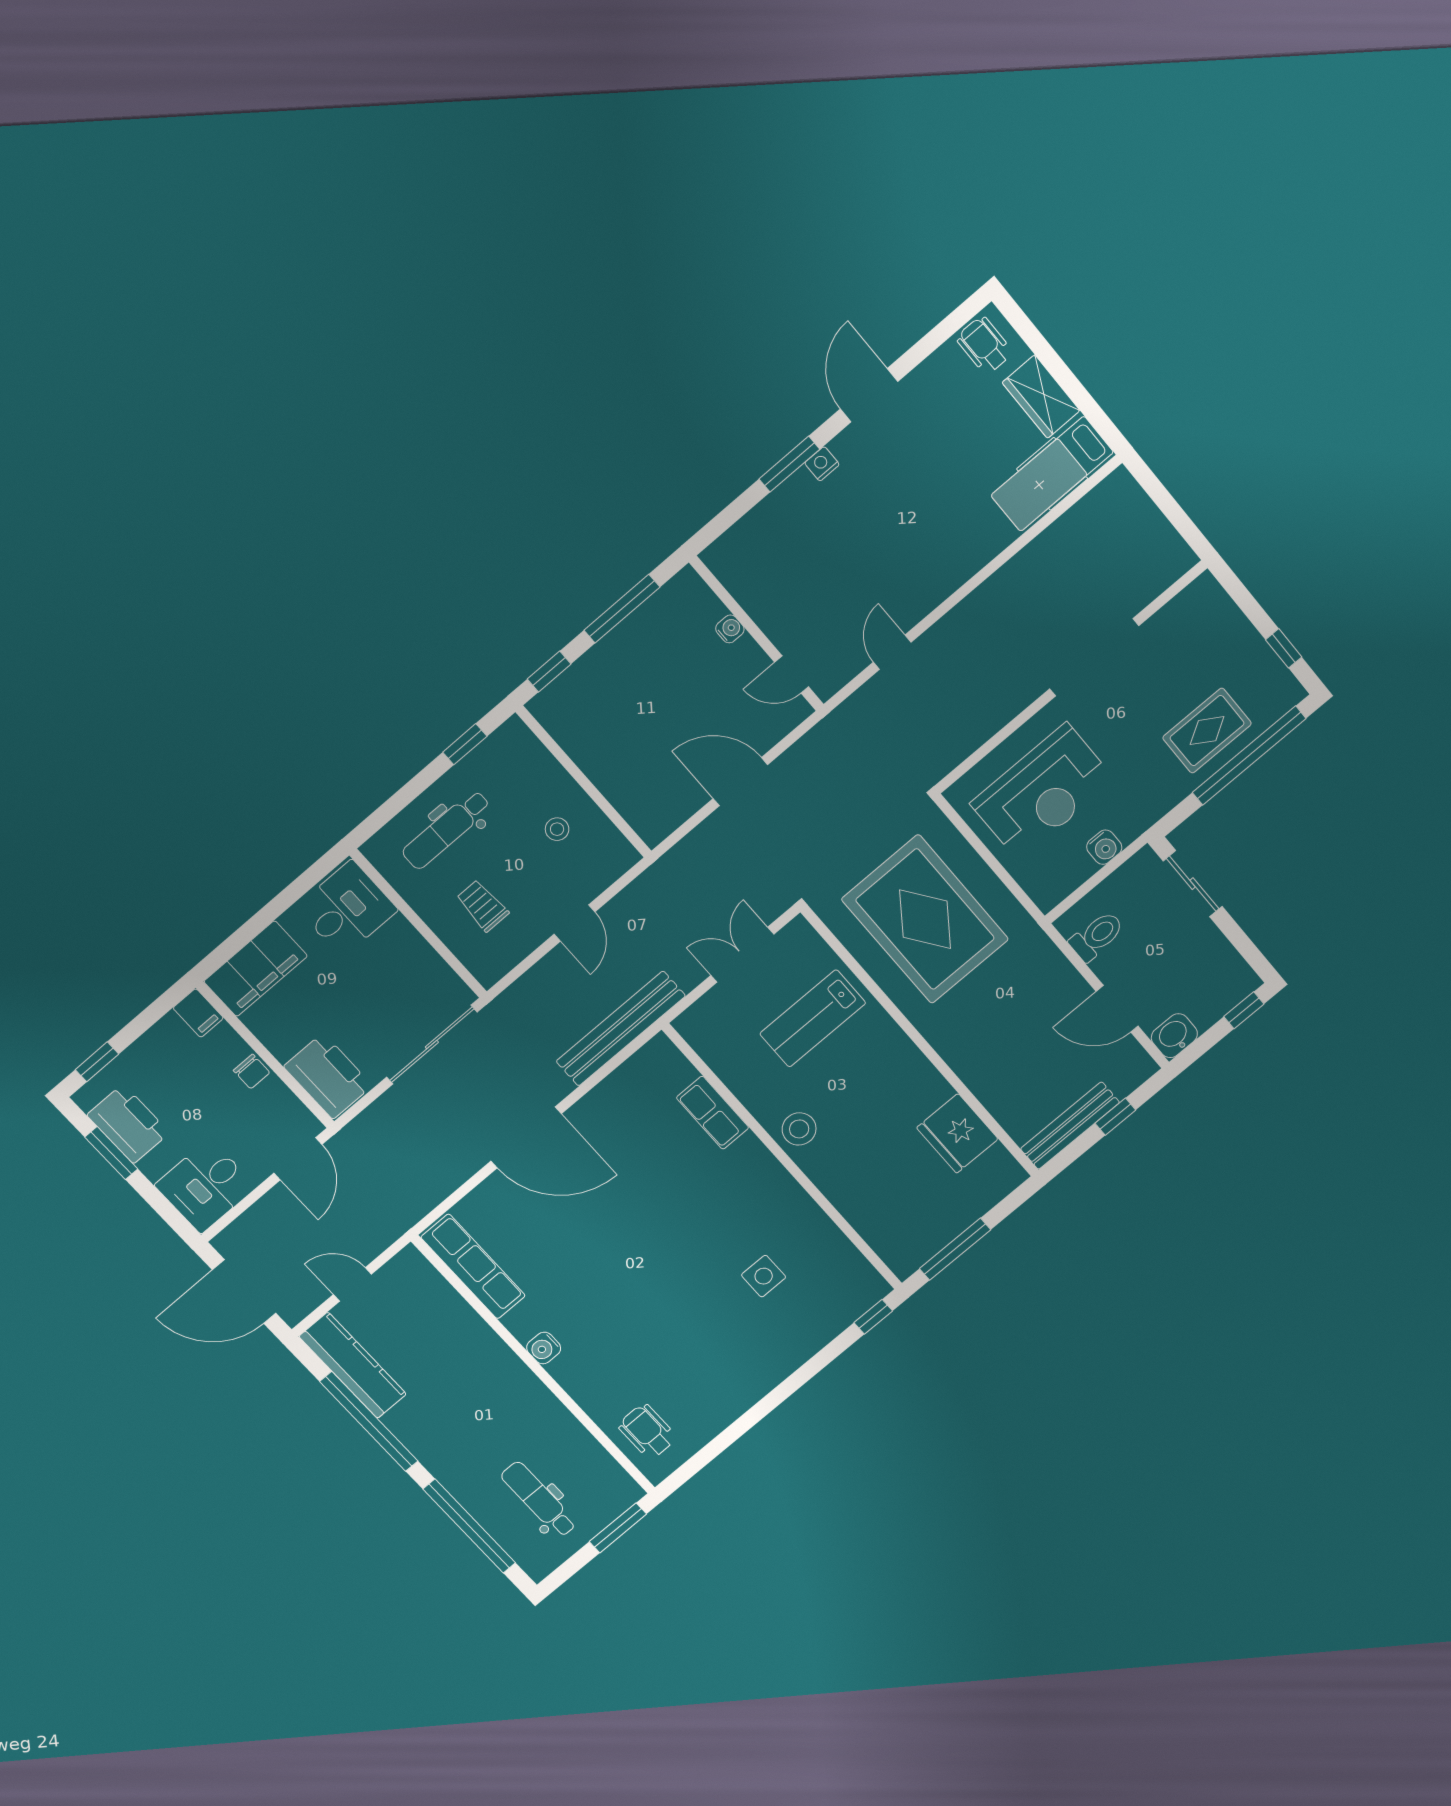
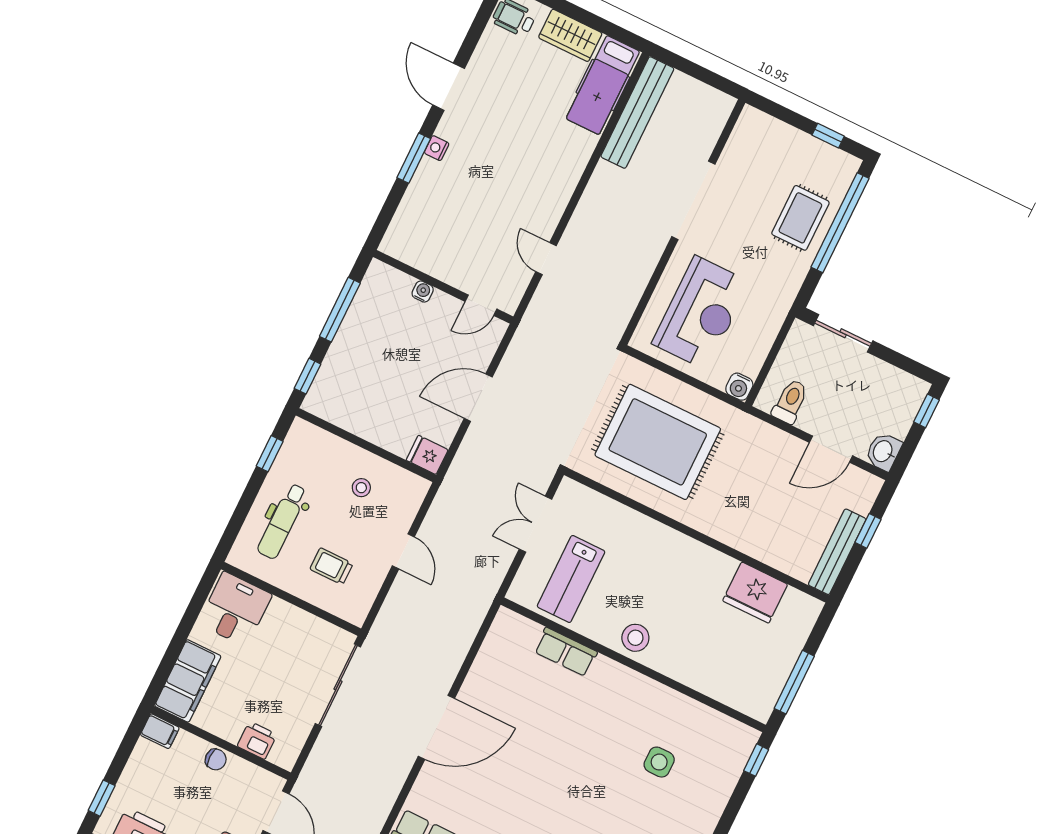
fridge: (651, 823) -> (427, 455), added
water cooler: (1104, 847) -> (739, 387), moved, turned 90
lab bench: (813, 1018) -> (571, 579), moved
bench: (621, 1029) -> (637, 112), moved
printer: (328, 1076) -> (257, 740), width x0.53, depth x0.68

